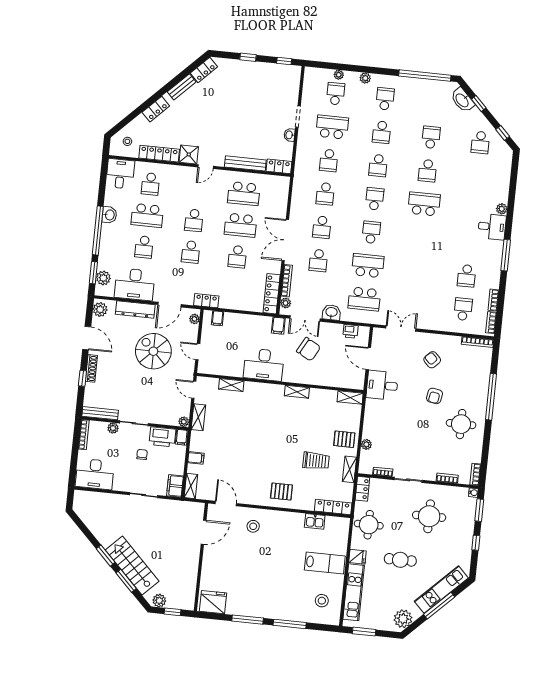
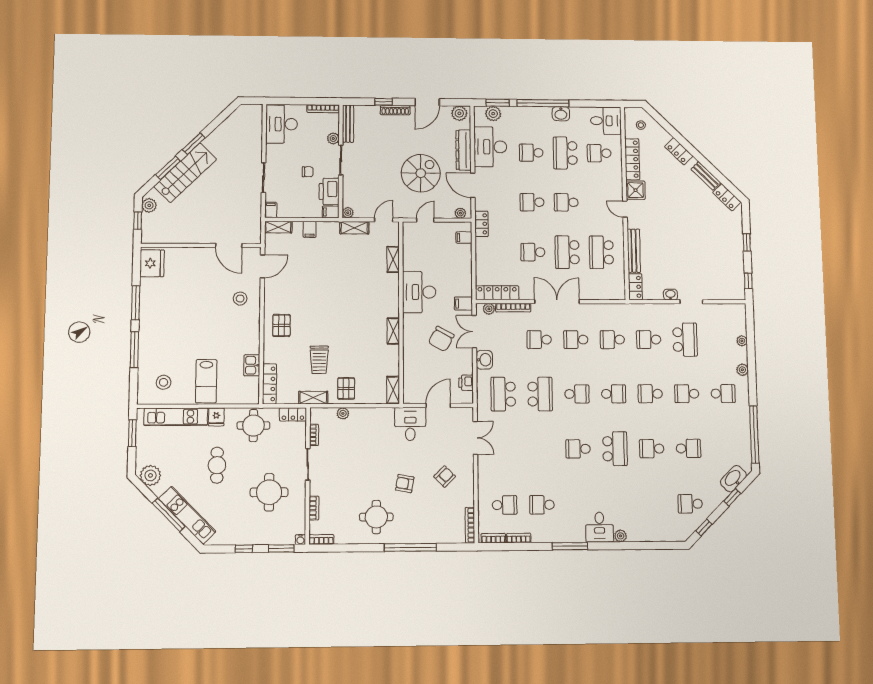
school desk: (336, 94) -> (578, 449), moved, turned 180
filing cabinet: (175, 486) -> (271, 210), width x0.50

